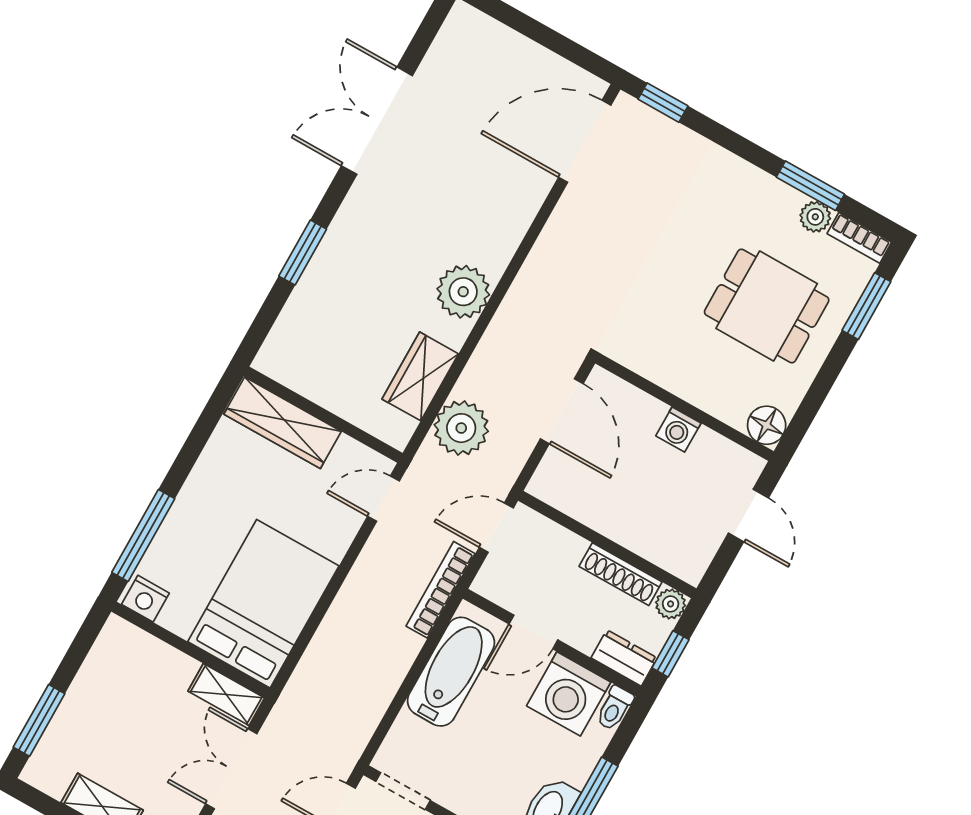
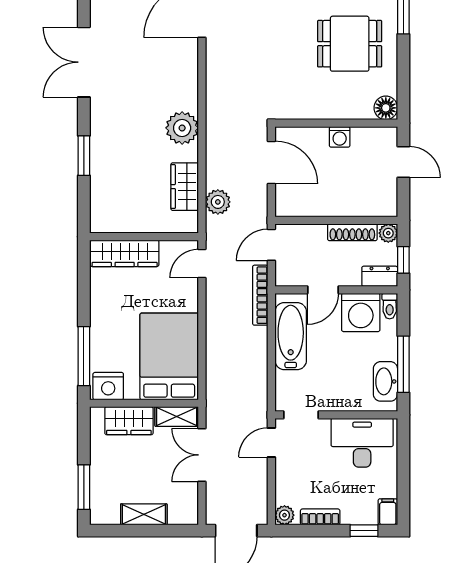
plant: (461, 428) -> (218, 202), width x0.73, depth x0.73
nightstand: (145, 599) -> (108, 386), width x1.36, depth x1.33
wardrobe: (155, 662) -> (129, 421), added

